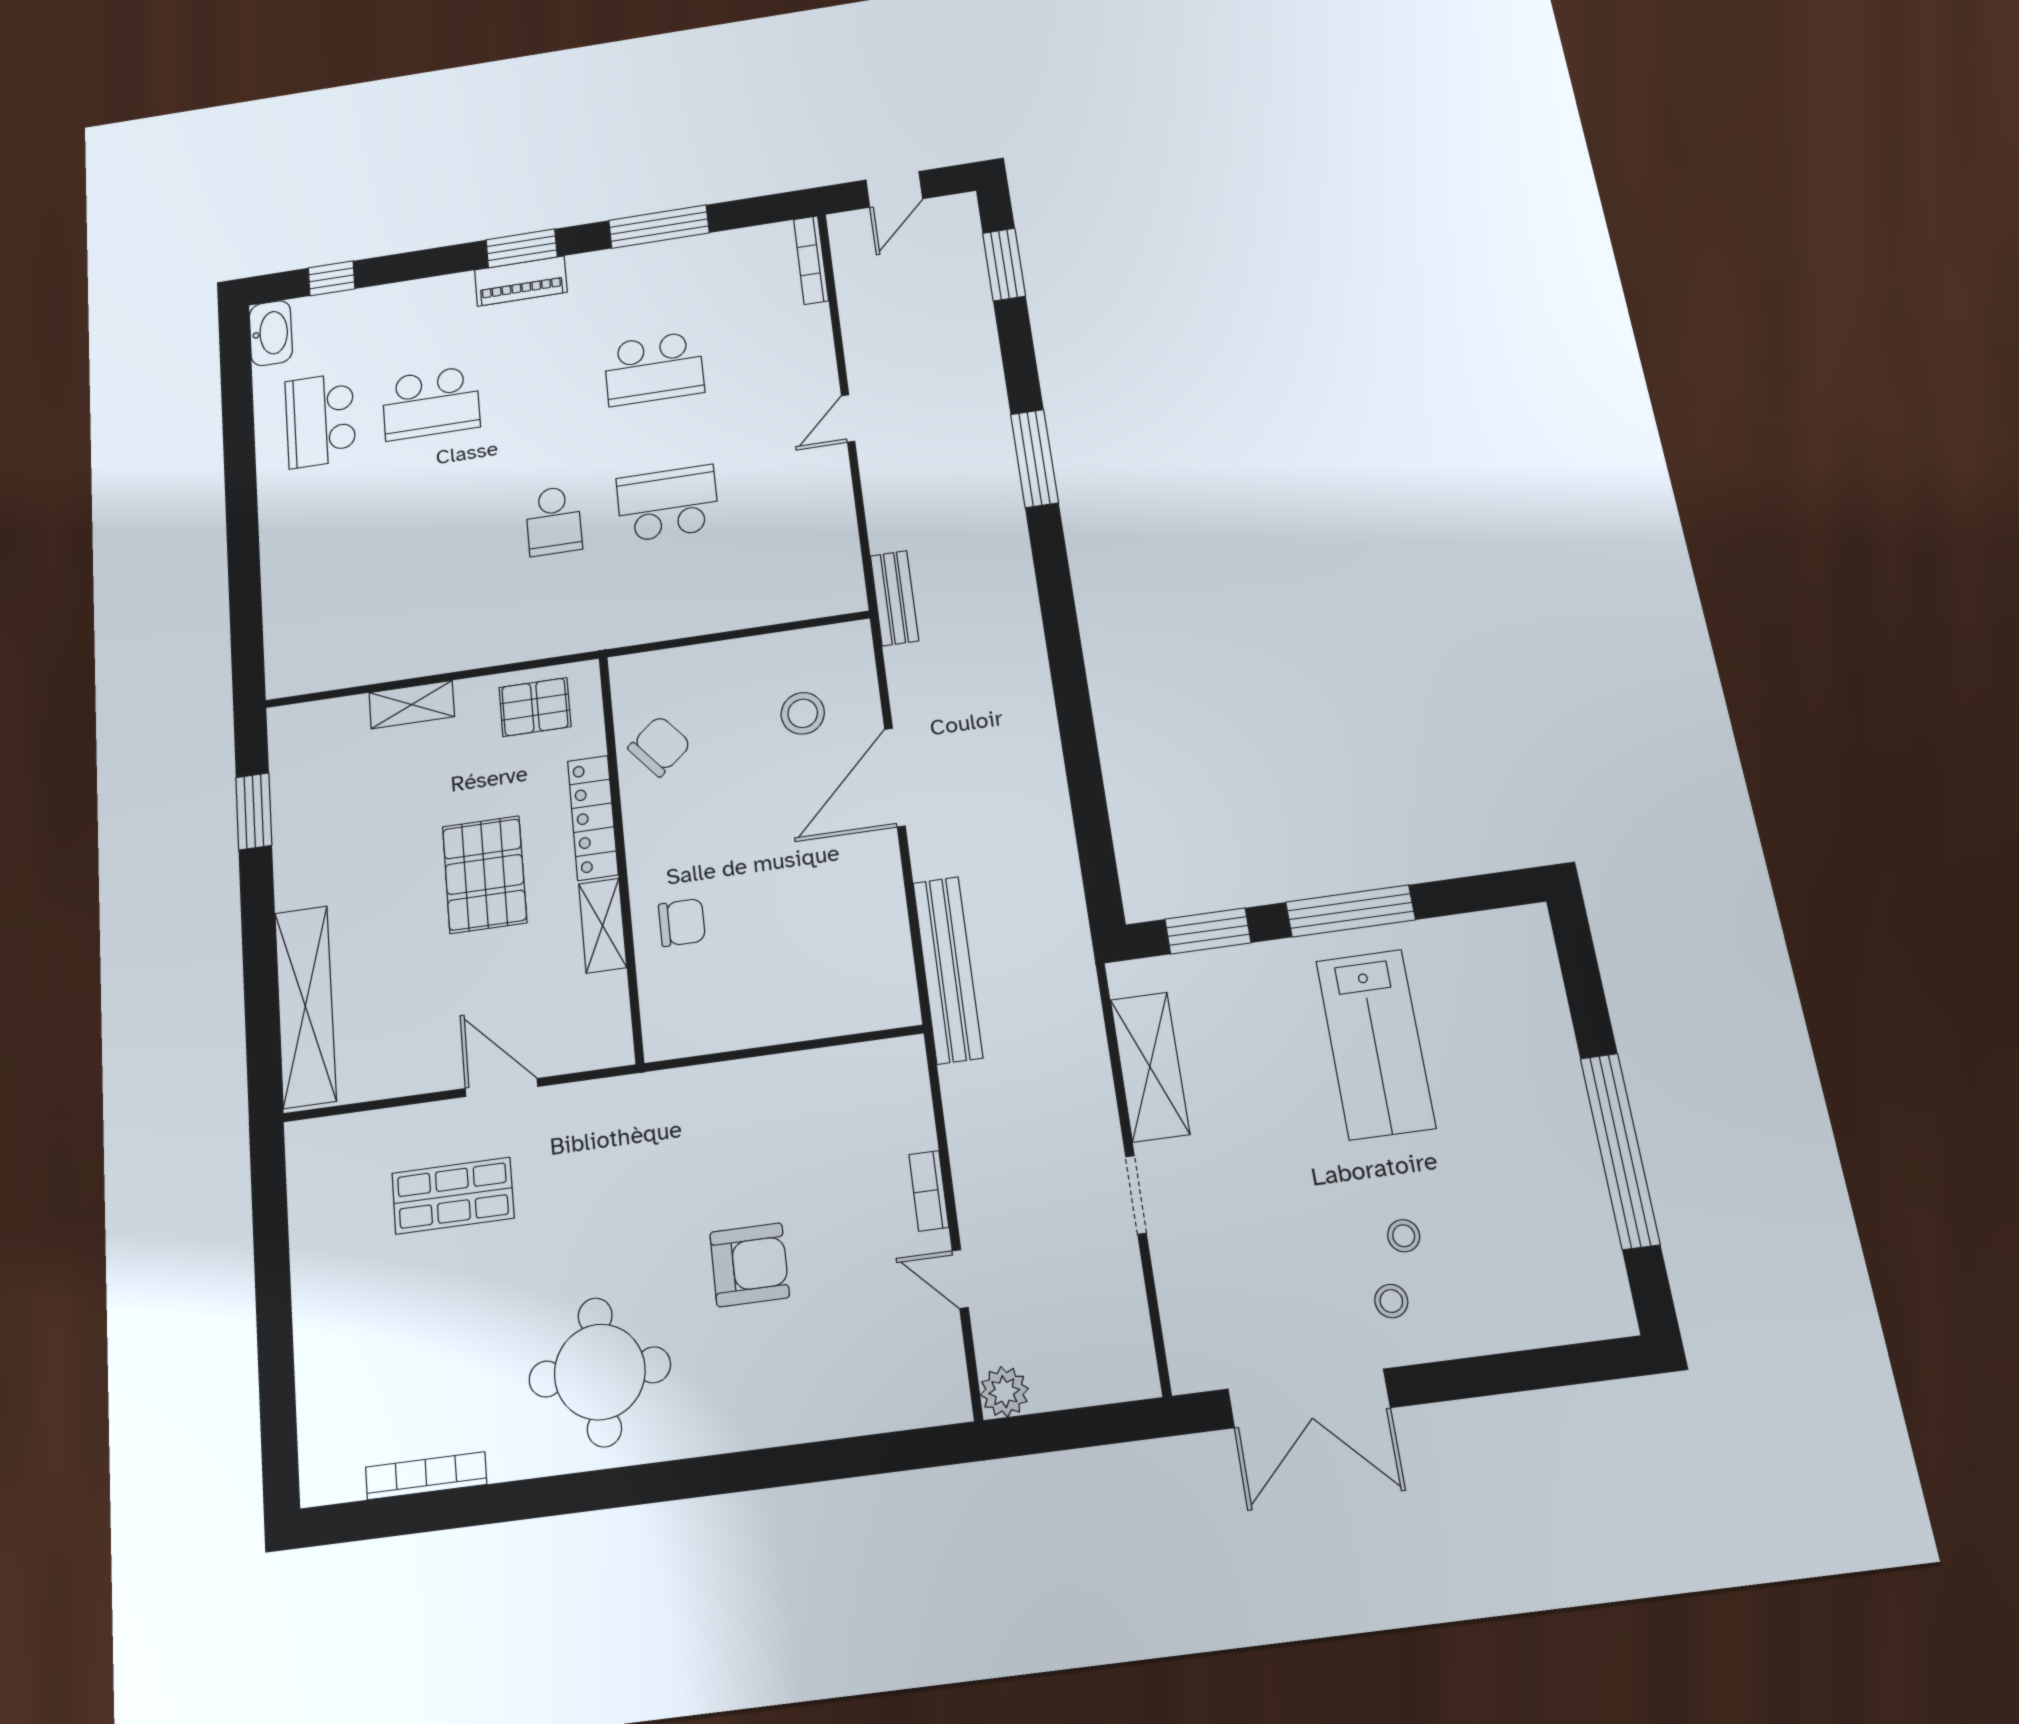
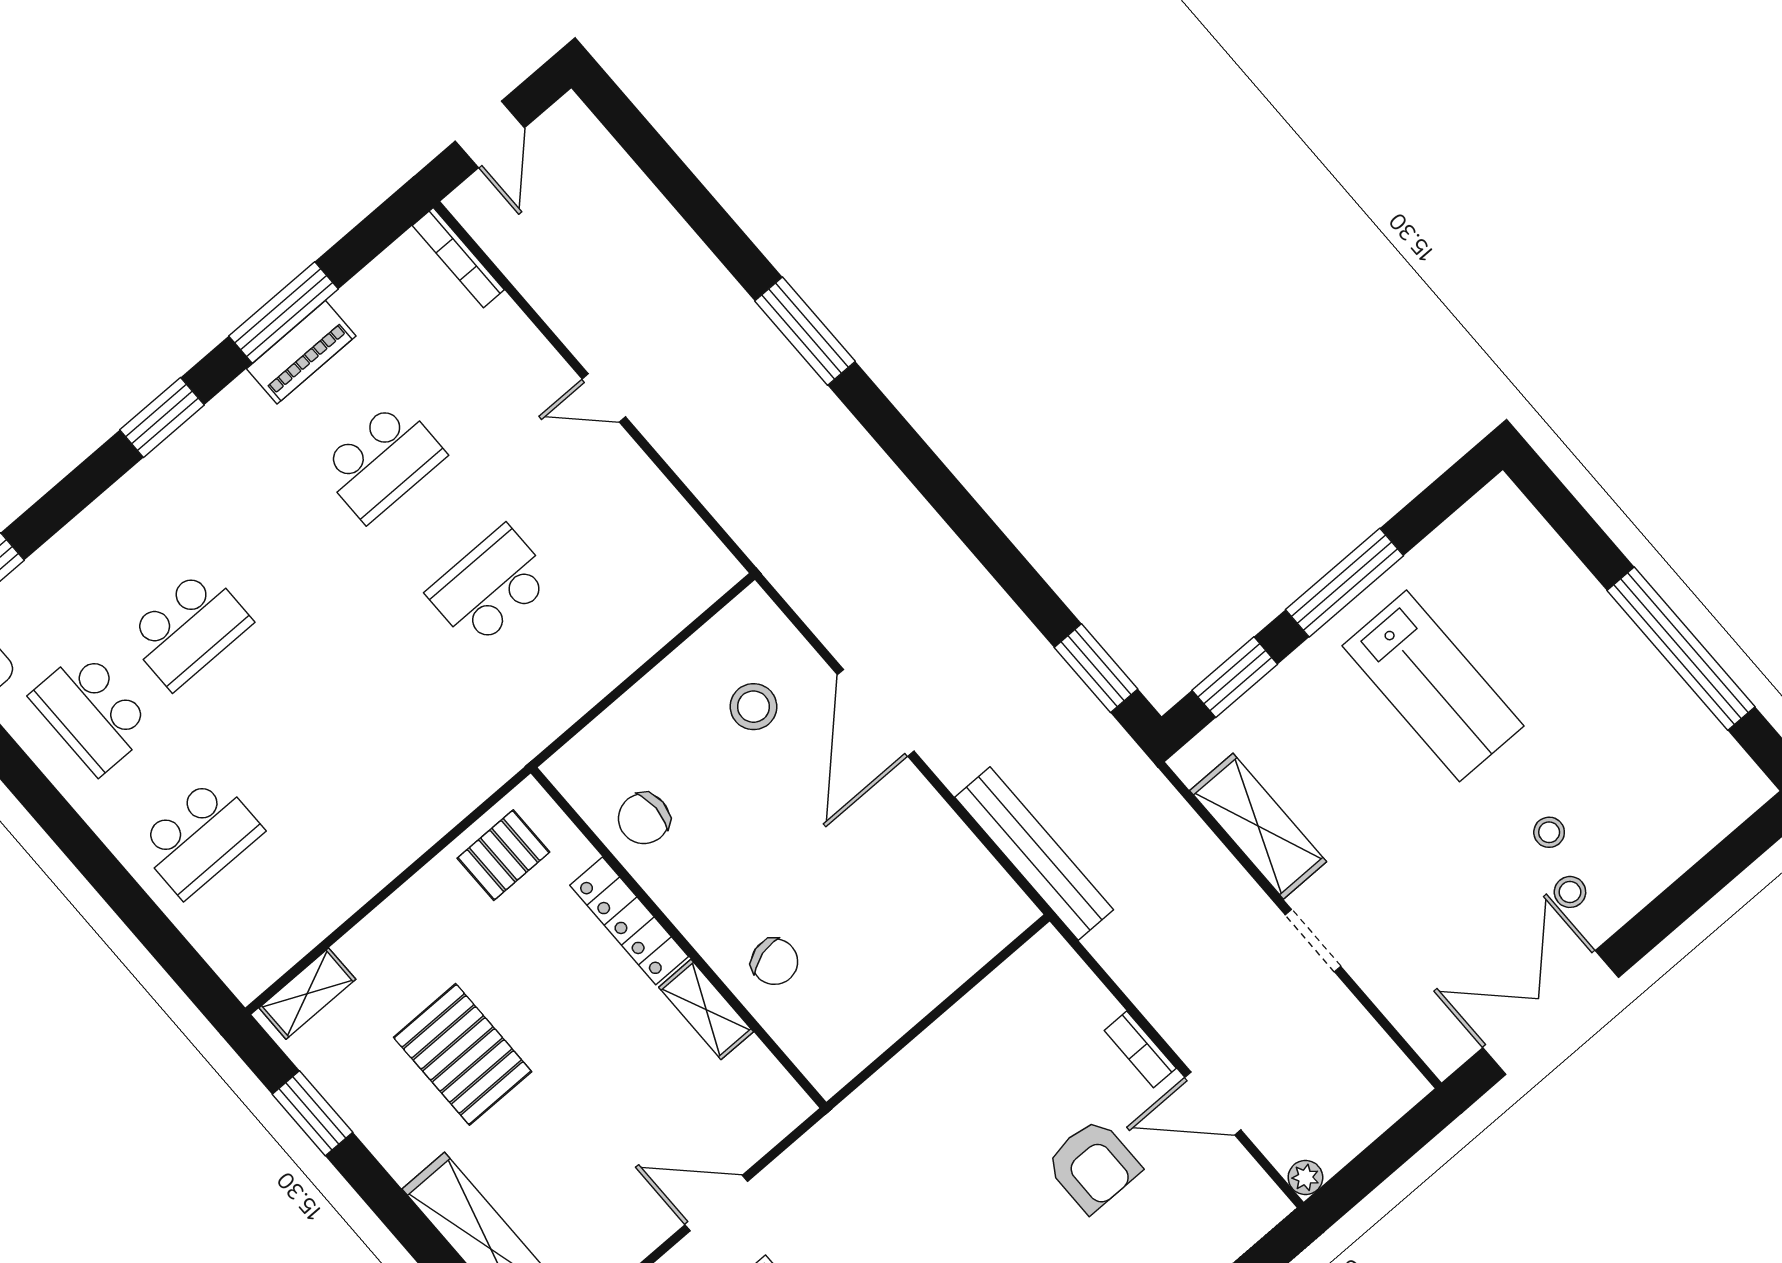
window: (1004, 265) -> (1096, 668), moved
piano: (521, 281) -> (301, 352), moved
door: (848, 418) -> (604, 398), hinge flipped
school desk: (554, 521) -> (200, 837), moved, width x1.85
bench: (894, 598) -> (765, 547), removed
shelving: (412, 705) -> (307, 994), moved
chair: (659, 746) -> (644, 818), turned -140
pallet: (485, 874) -> (463, 1054), moved
chair: (682, 922) -> (775, 962), turned 75
armchair: (750, 1265) -> (1093, 1165), moved, turned 90
door: (960, 1279) -> (1213, 1103), width x1.38
plant: (1004, 1392) -> (1305, 1177), width x0.73, depth x0.73
double door: (1309, 1398) -> (1551, 1013), swing flipped

